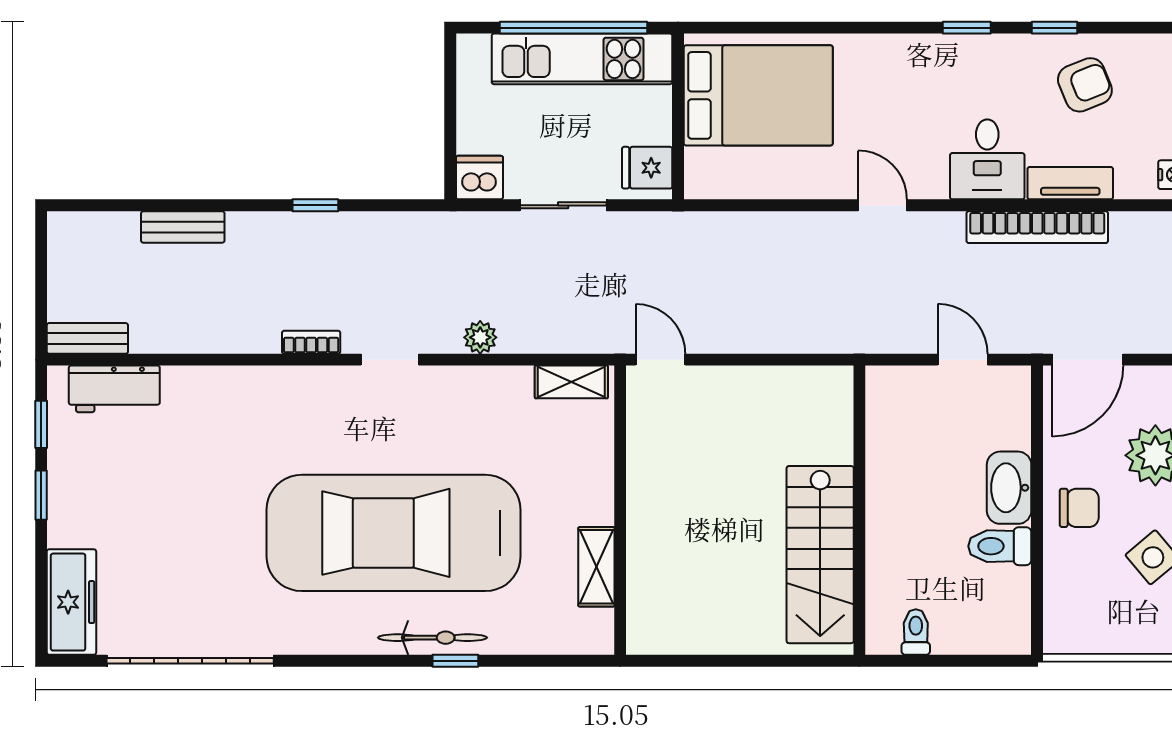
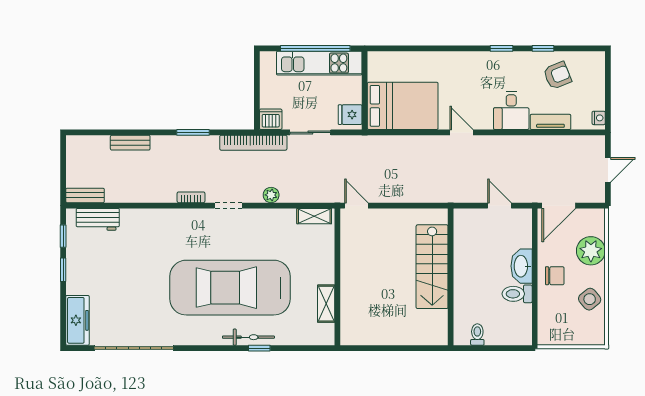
bed: (758, 95) -> (403, 106), moved
window: (315, 205) -> (193, 132), width x1.50
bookcase: (1037, 227) -> (253, 143), moved
stairs: (820, 555) -> (432, 267), moved

